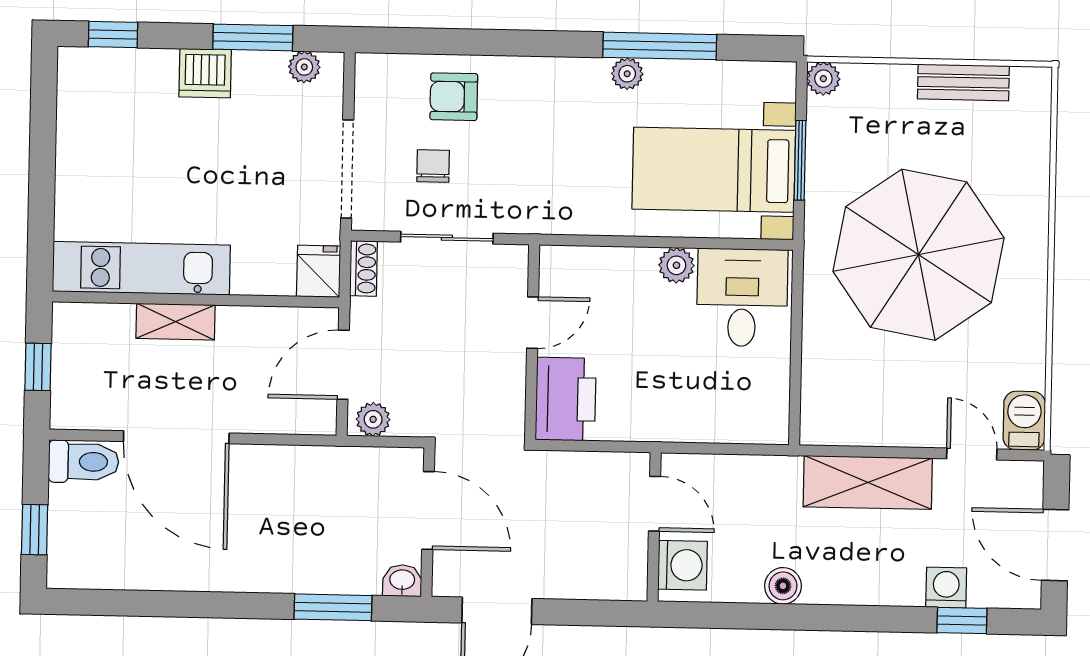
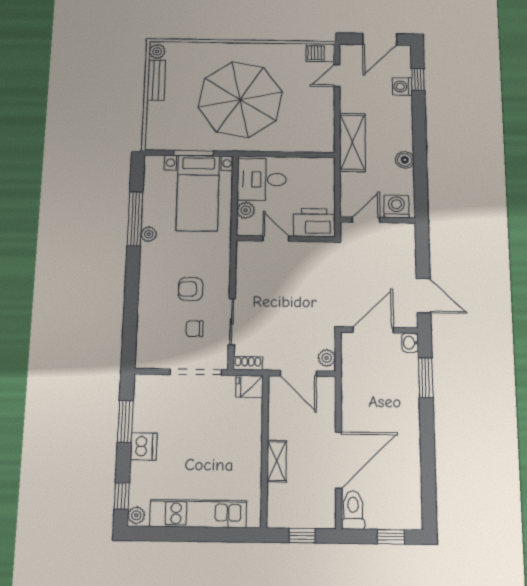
plant: (304, 67) -> (136, 515), moved
plant: (823, 79) -> (157, 51), moved
armchair: (454, 97) -> (191, 289), moved, turned 90
kitchen unit: (141, 268) -> (198, 514), moved, turned 90
door: (533, 323) -> (276, 239), moved
wall: (532, 342) -> (286, 239), moved
printer: (566, 399) -> (314, 223), moved
shelving: (868, 482) -> (352, 142), moved

